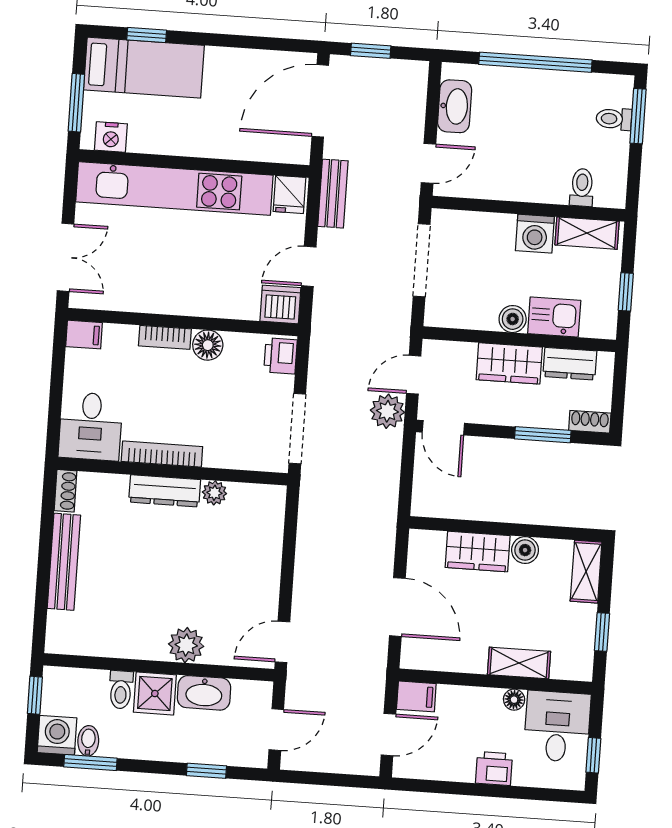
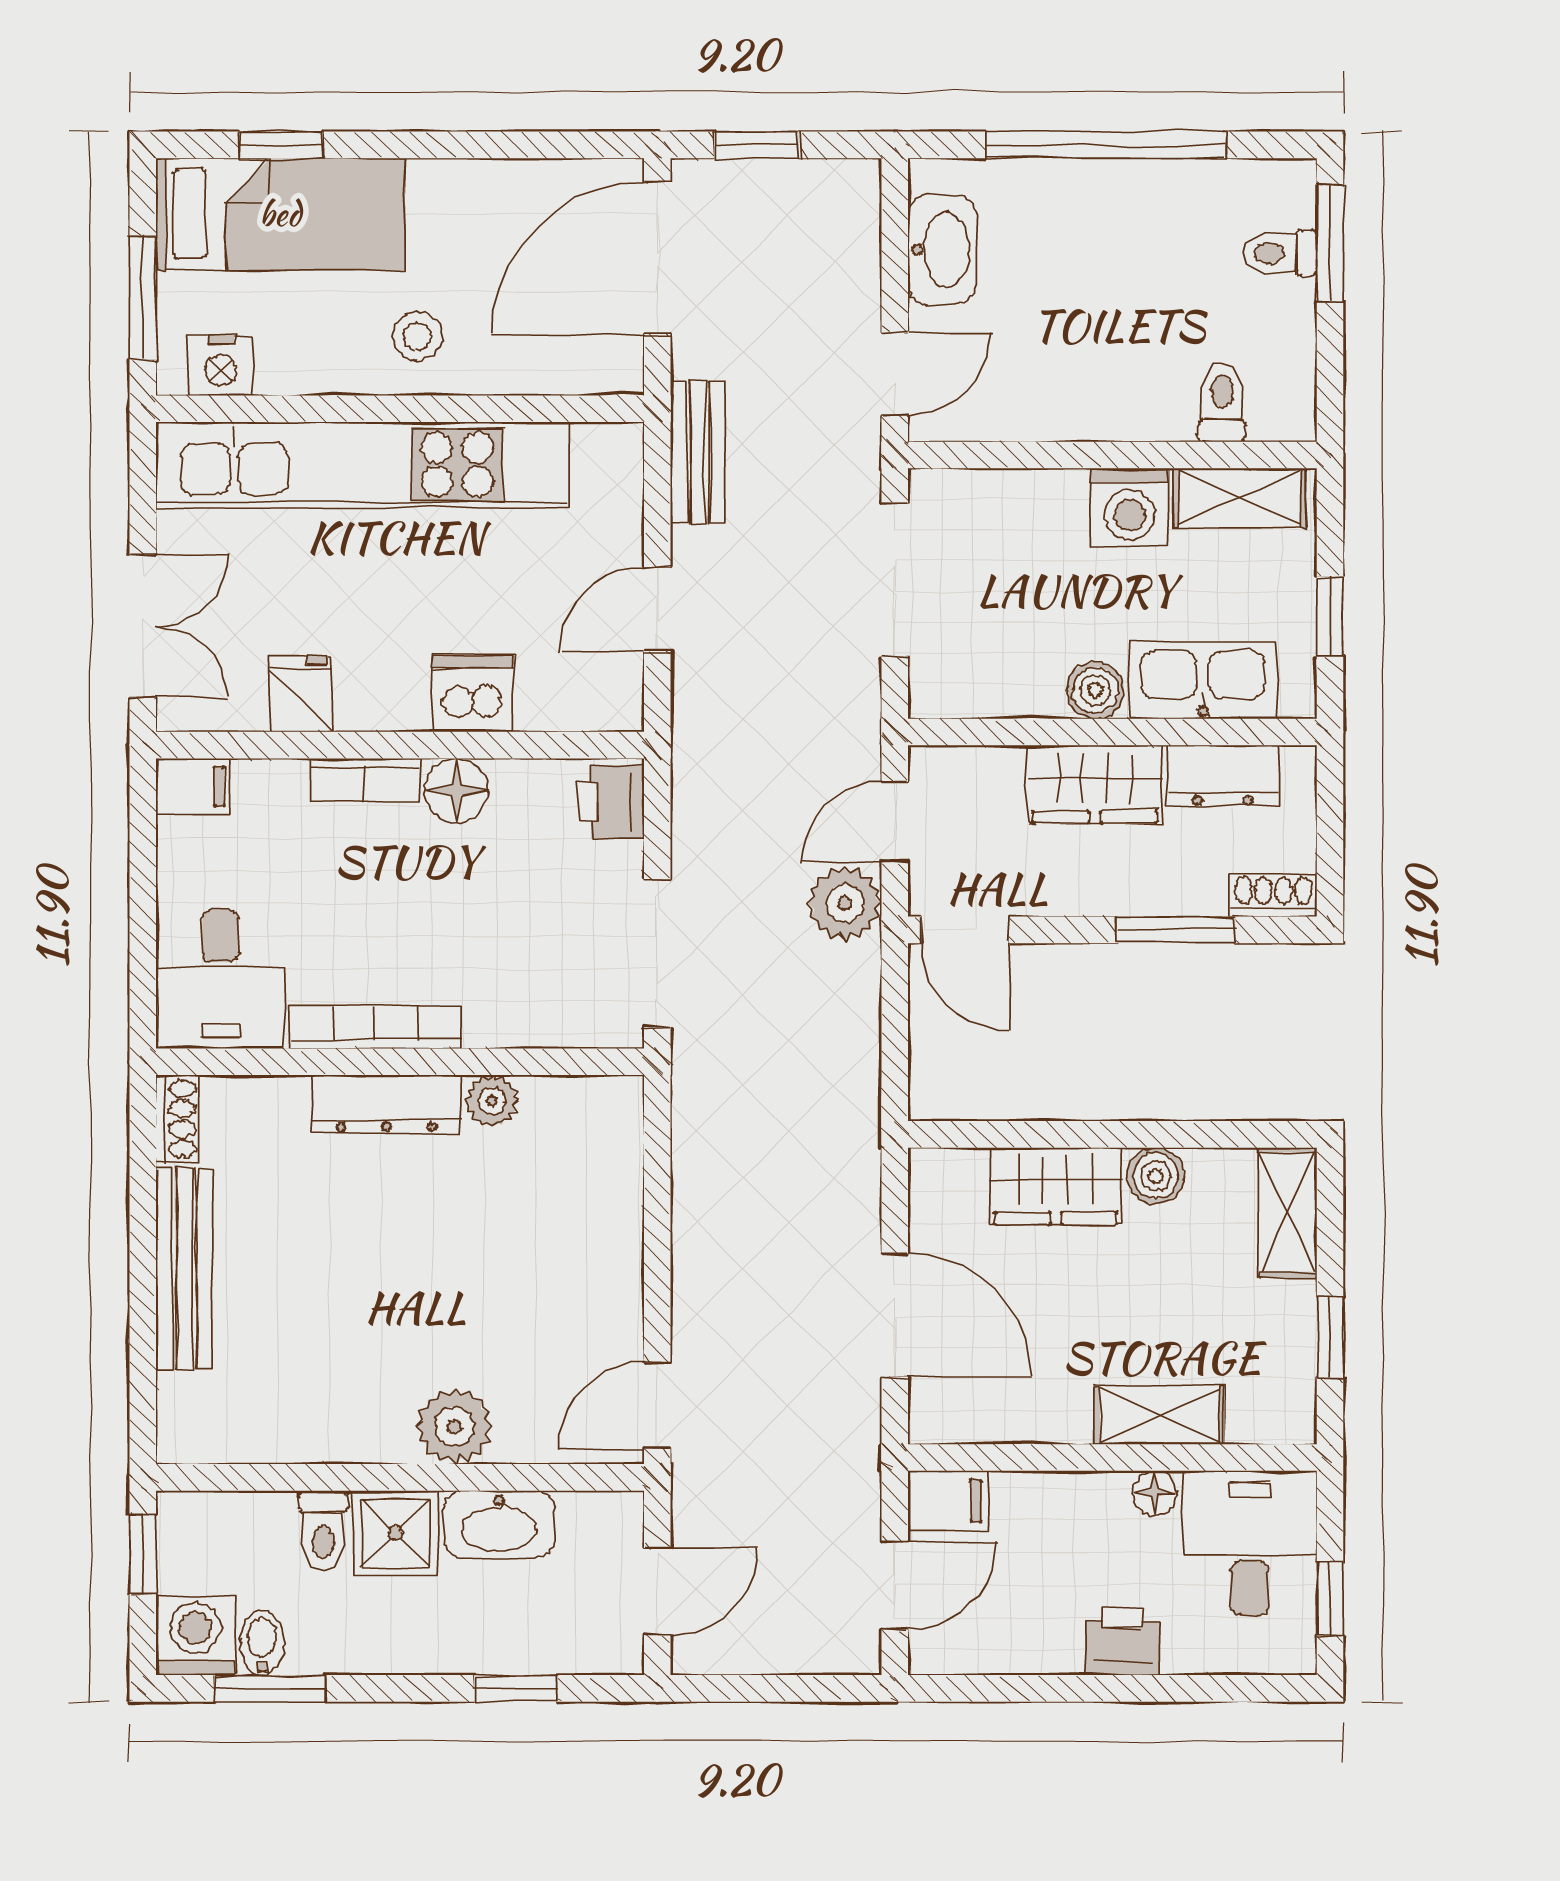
stool: (205, 130) -> (418, 337), added
fridge: (290, 194) -> (301, 694), moved, turned 180
dishwasher: (280, 304) -> (473, 694), moved
kitchen sink: (554, 317) -> (1203, 680), width x1.38

